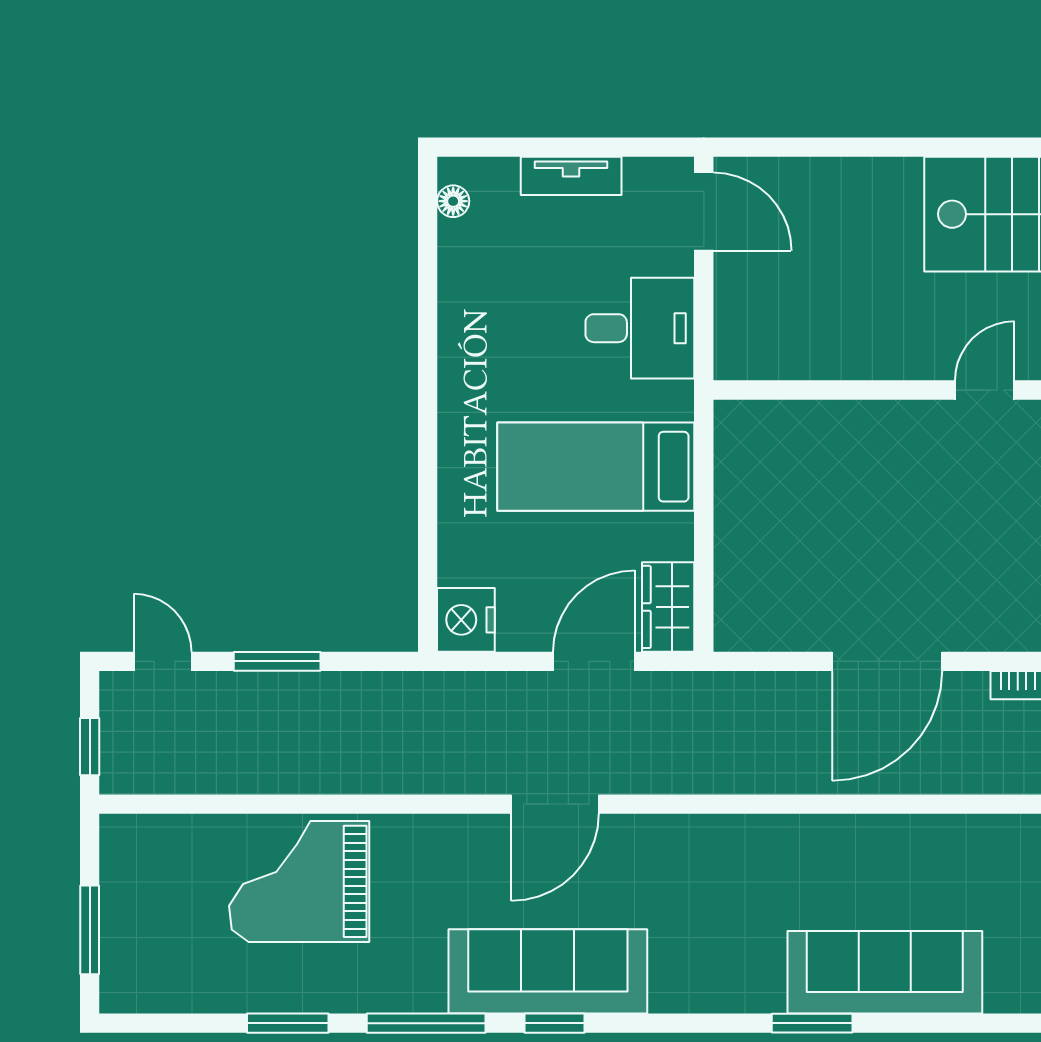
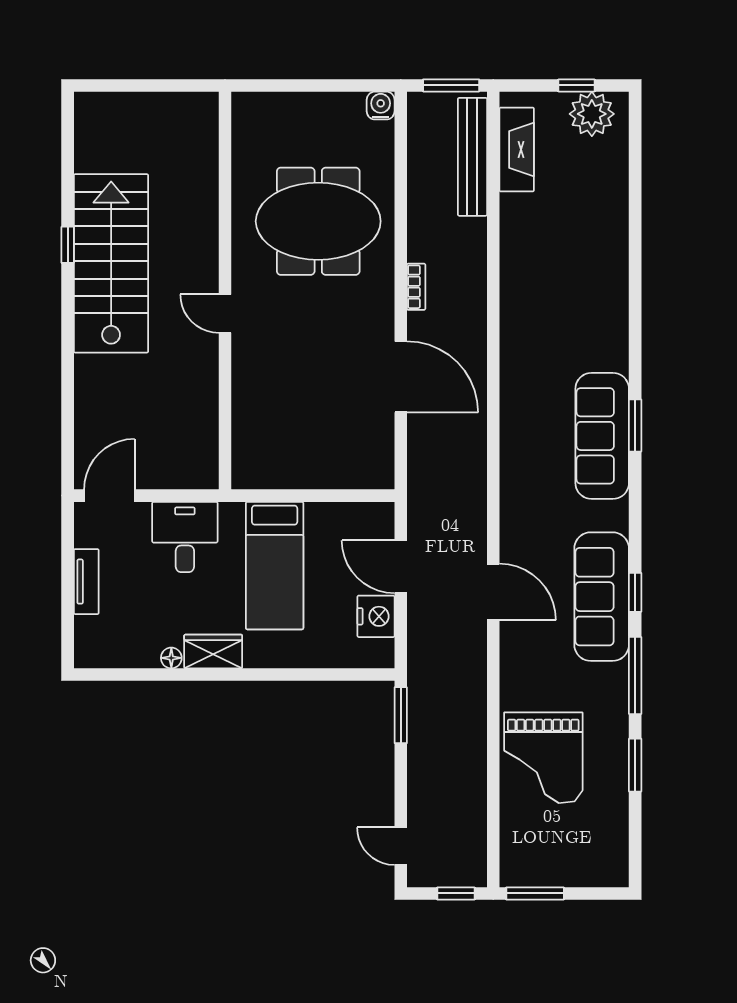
floor lamp: (453, 201) -> (171, 658), moved
wardrobe: (668, 607) -> (213, 651), moved, turned 180
nightstand: (466, 620) -> (376, 616), moved, turned -90
door: (163, 661) -> (401, 846), hinge flipped
window: (277, 661) -> (401, 715), moved
window: (90, 930) -> (535, 893), moved
sofa: (885, 972) -> (602, 436), moved

